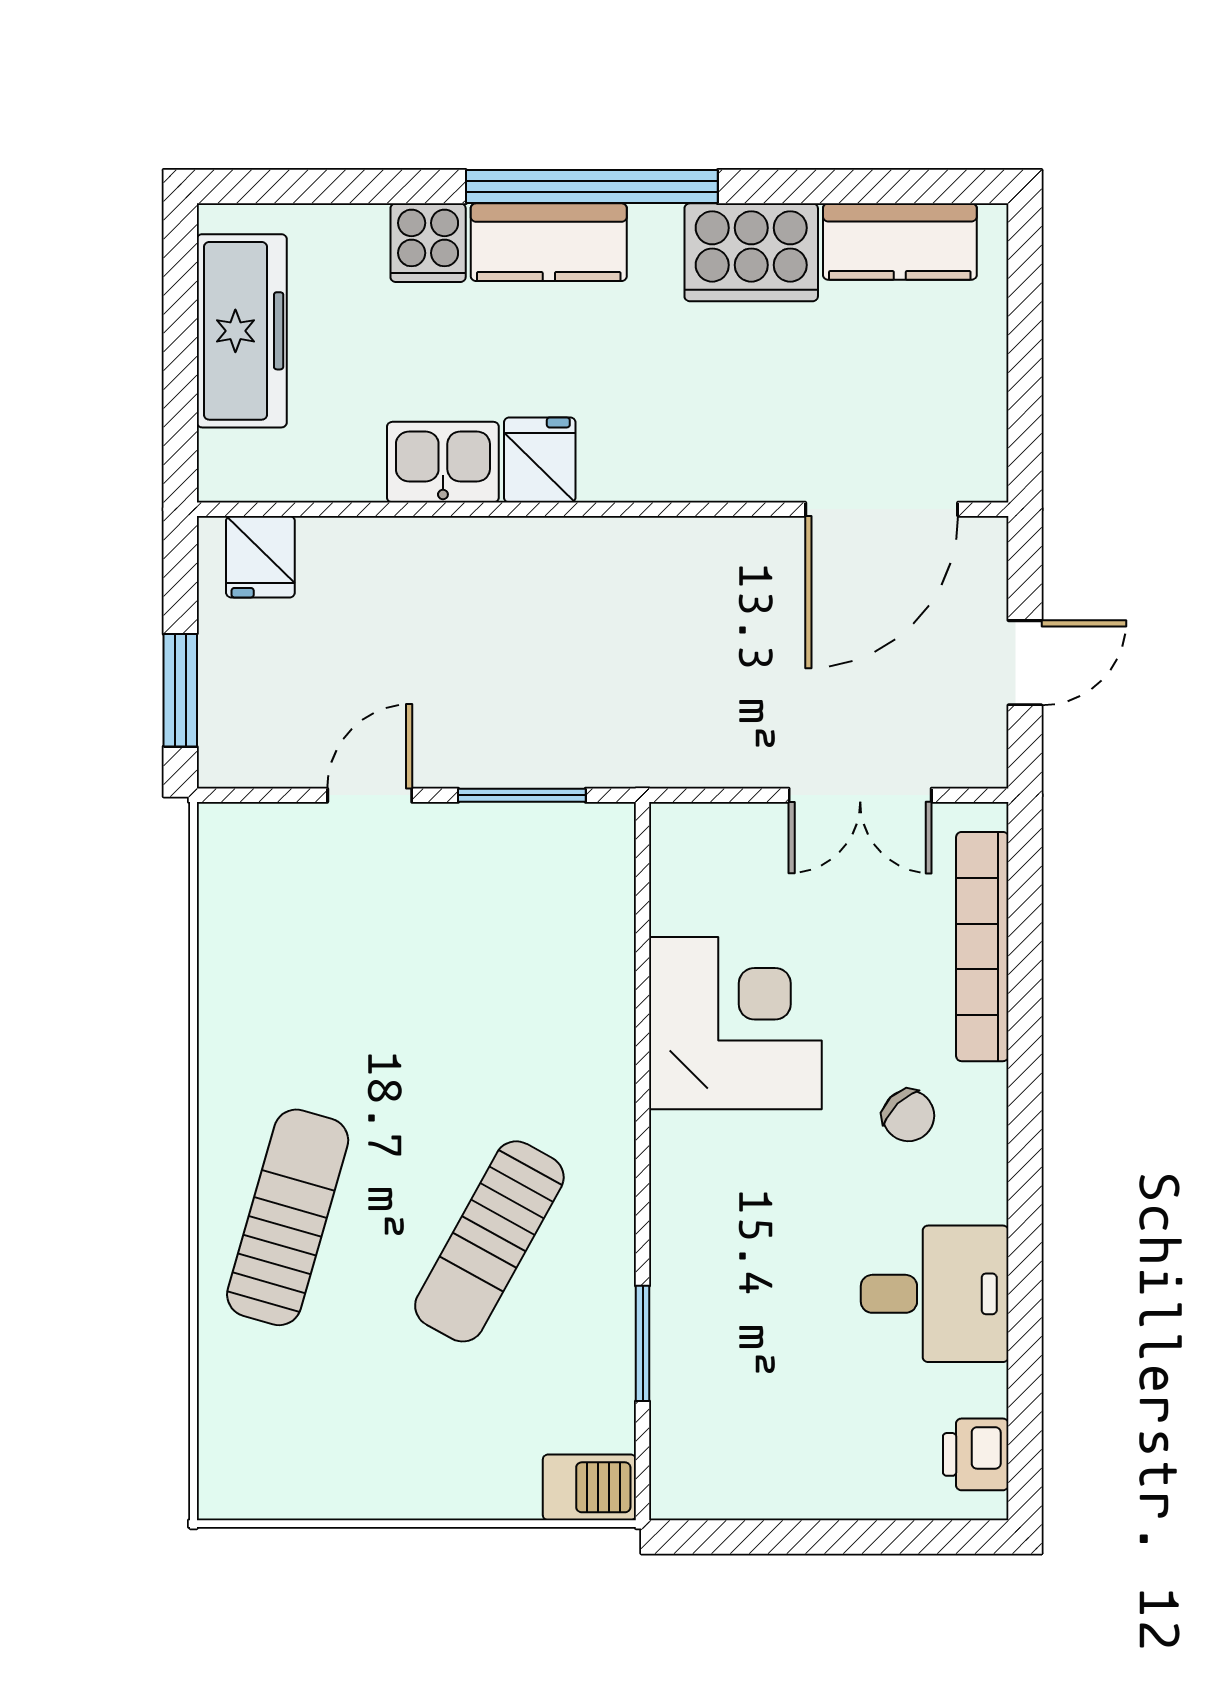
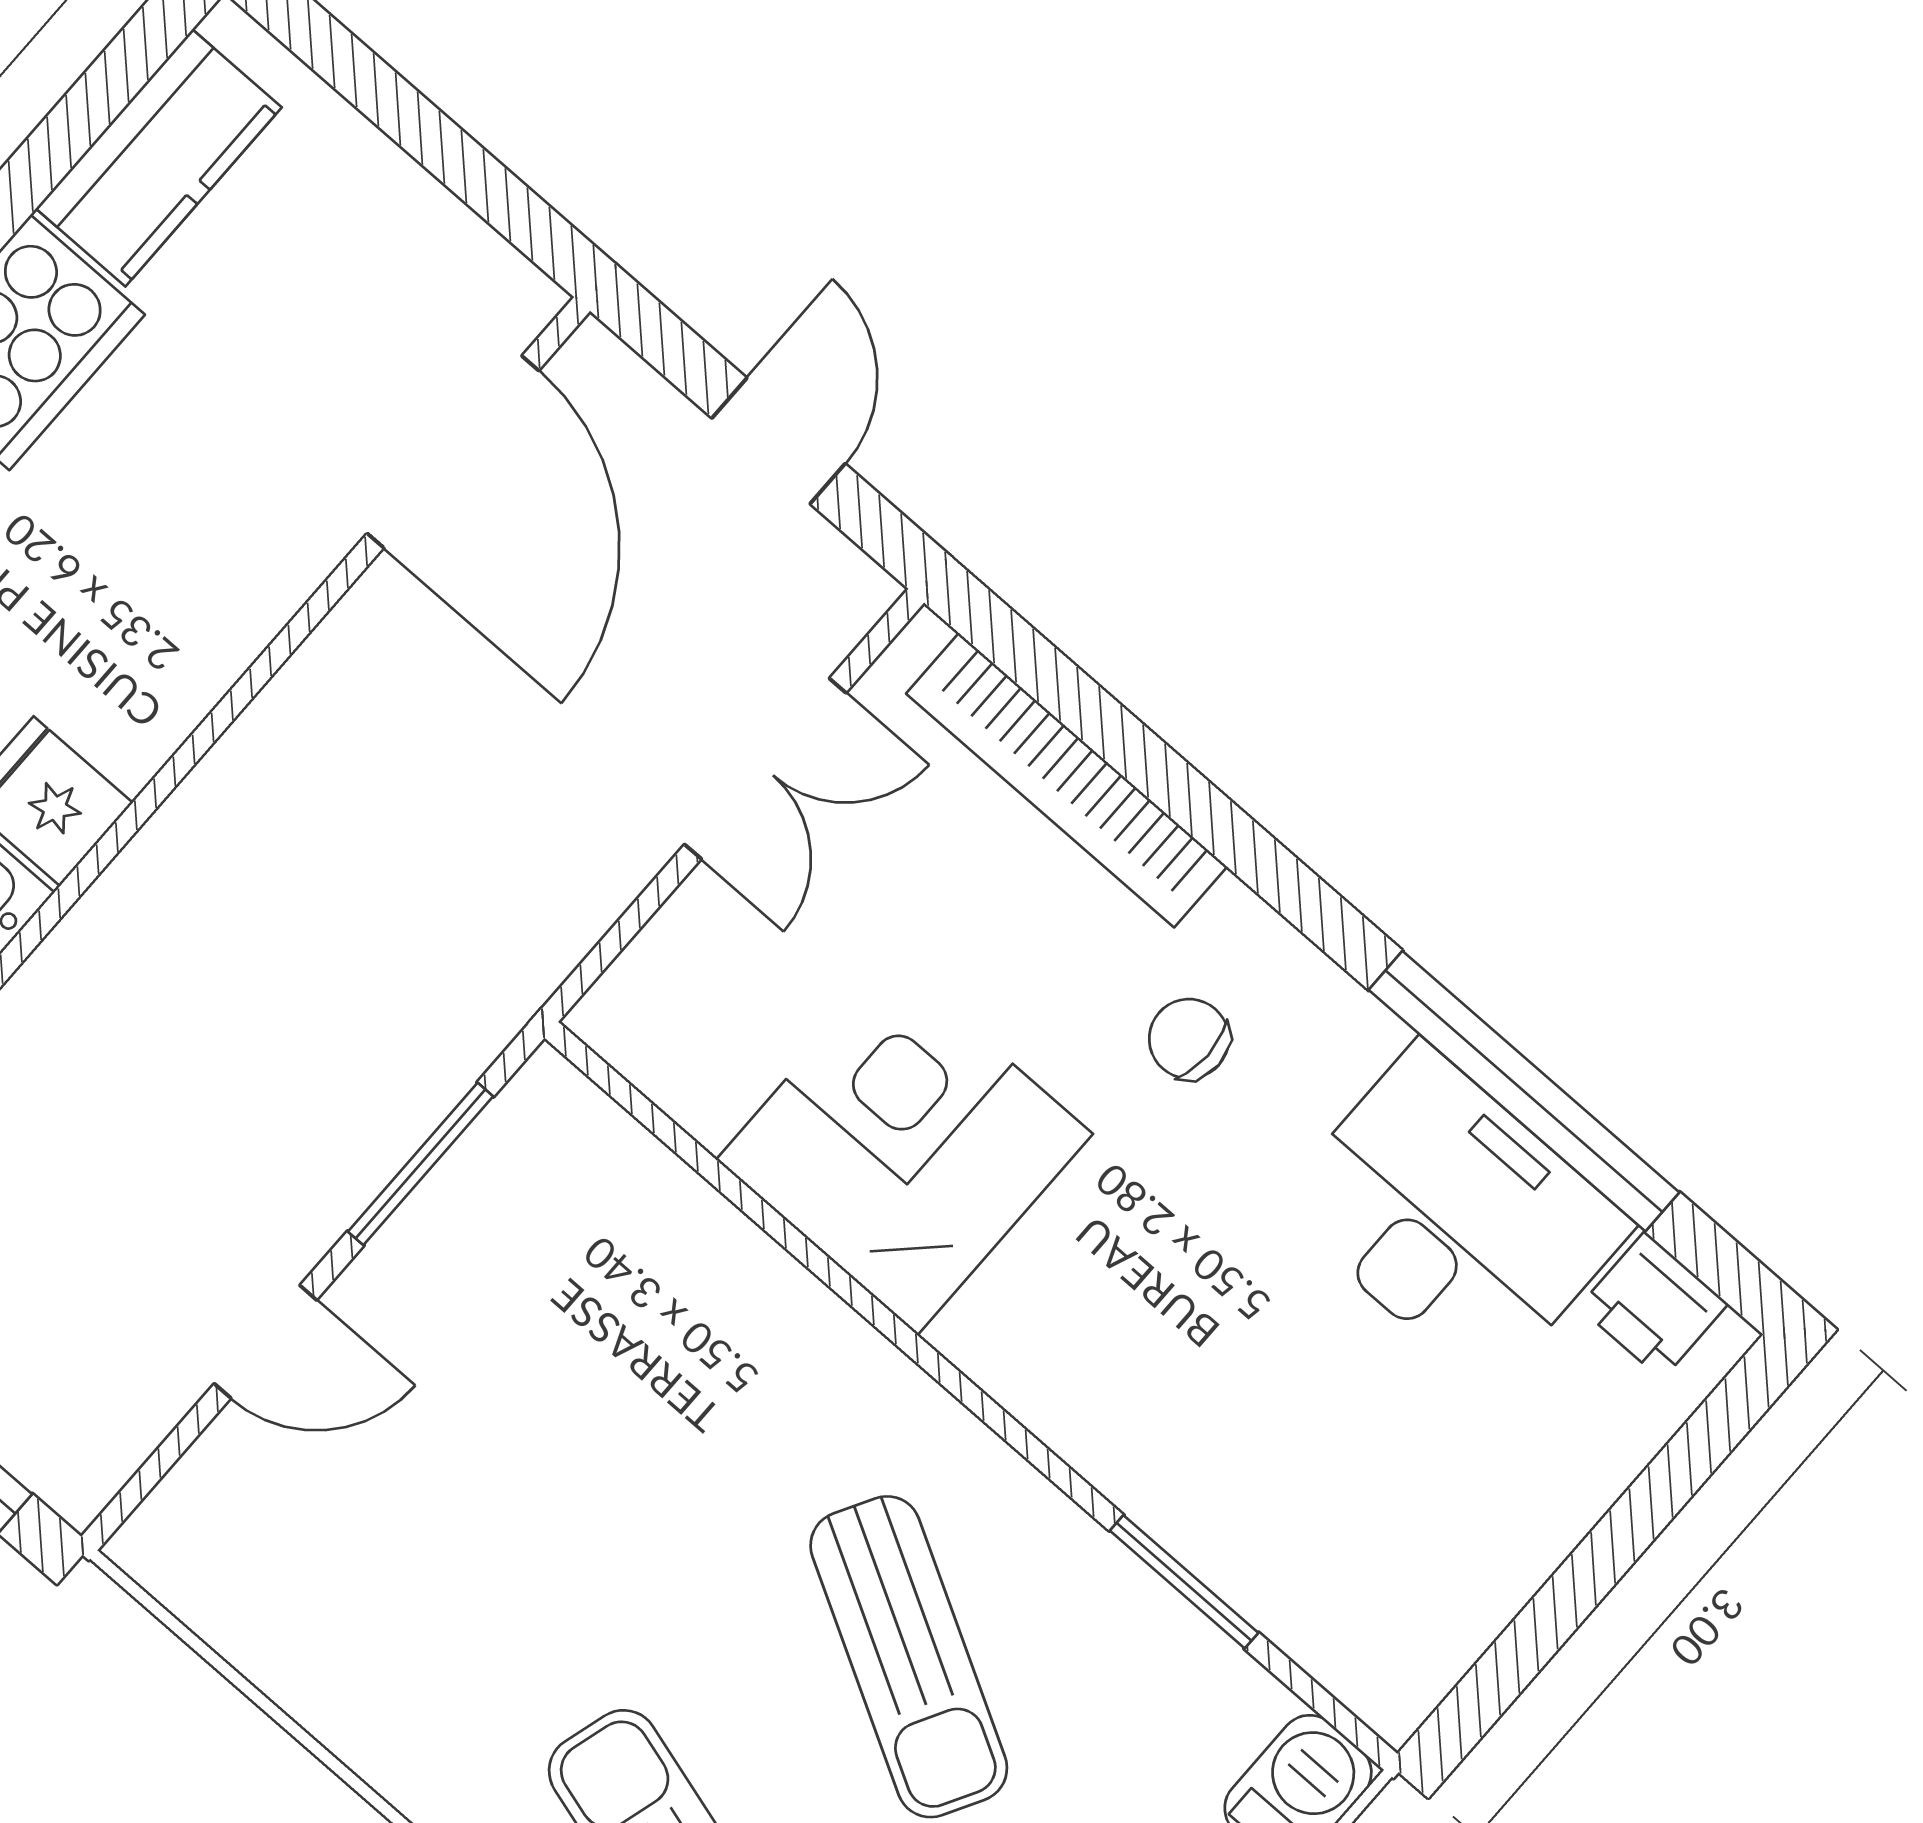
door: (370, 795) -> (265, 1342), swing flipped
chair: (908, 1116) -> (1189, 1039), turned -136
desk: (935, 1294) -> (1454, 1216), width x1.37
window: (1025, 1301) -> (1524, 1091), added

